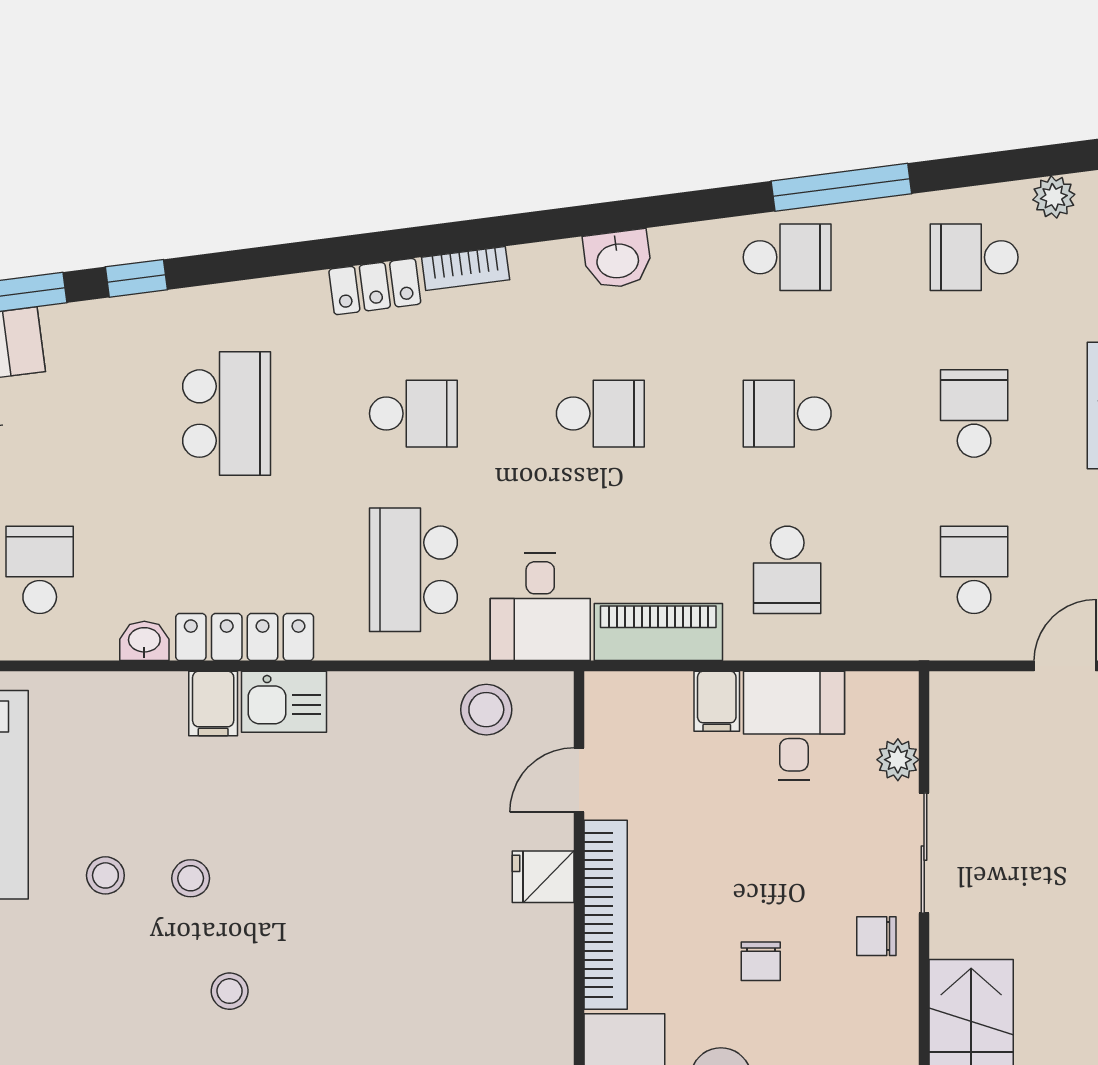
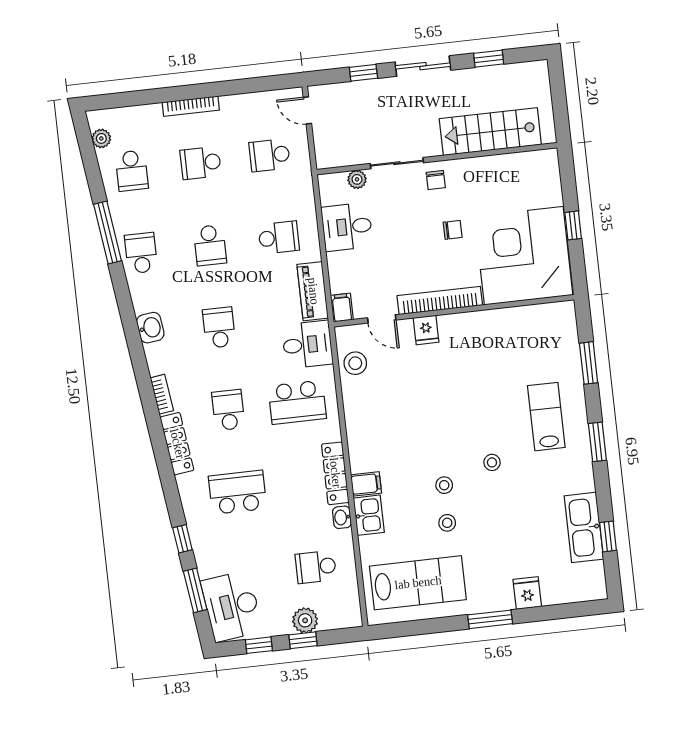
locker: (375, 287) -> (177, 444), width x1.53
filing cabinet: (717, 701) -> (342, 308), moved, turned -90
kitchen sink: (284, 702) -> (369, 515), moved

